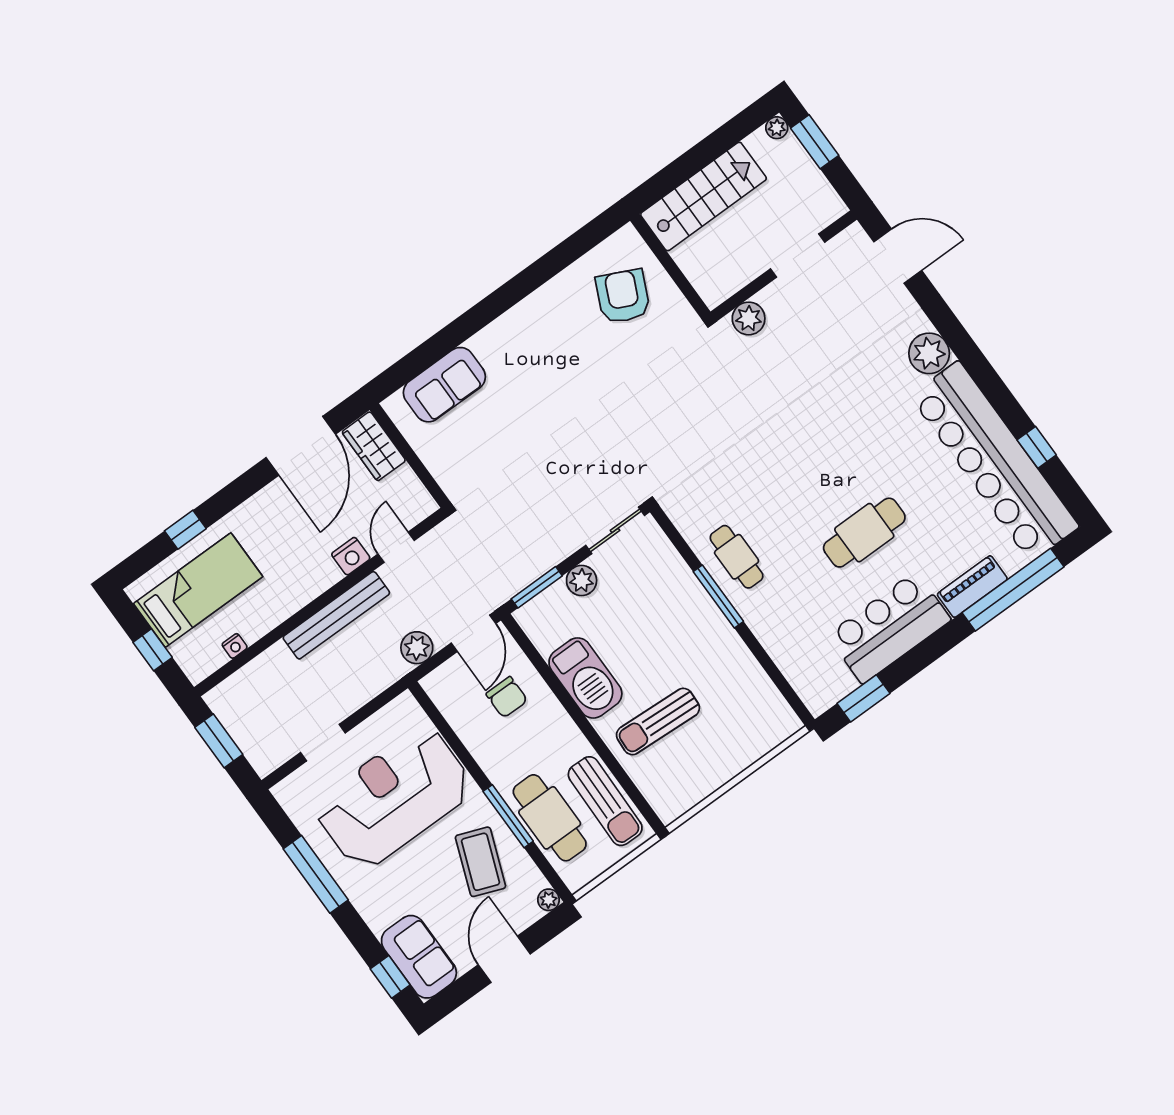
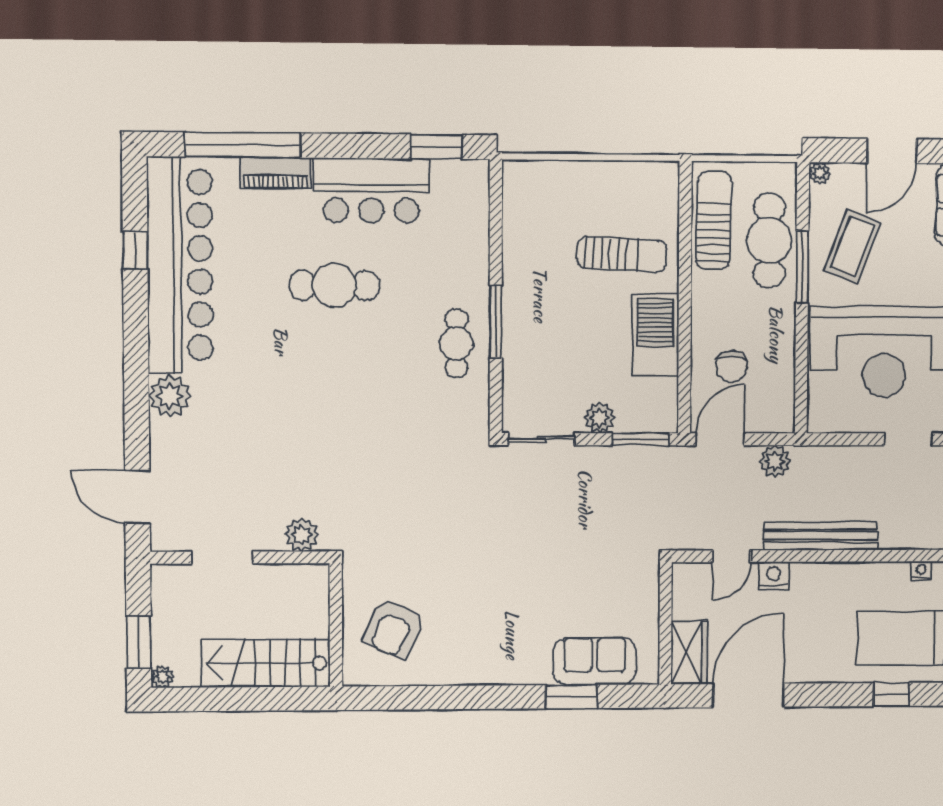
window: (442, 343) -> (571, 697), added
chair: (507, 697) -> (732, 366), turned 180

